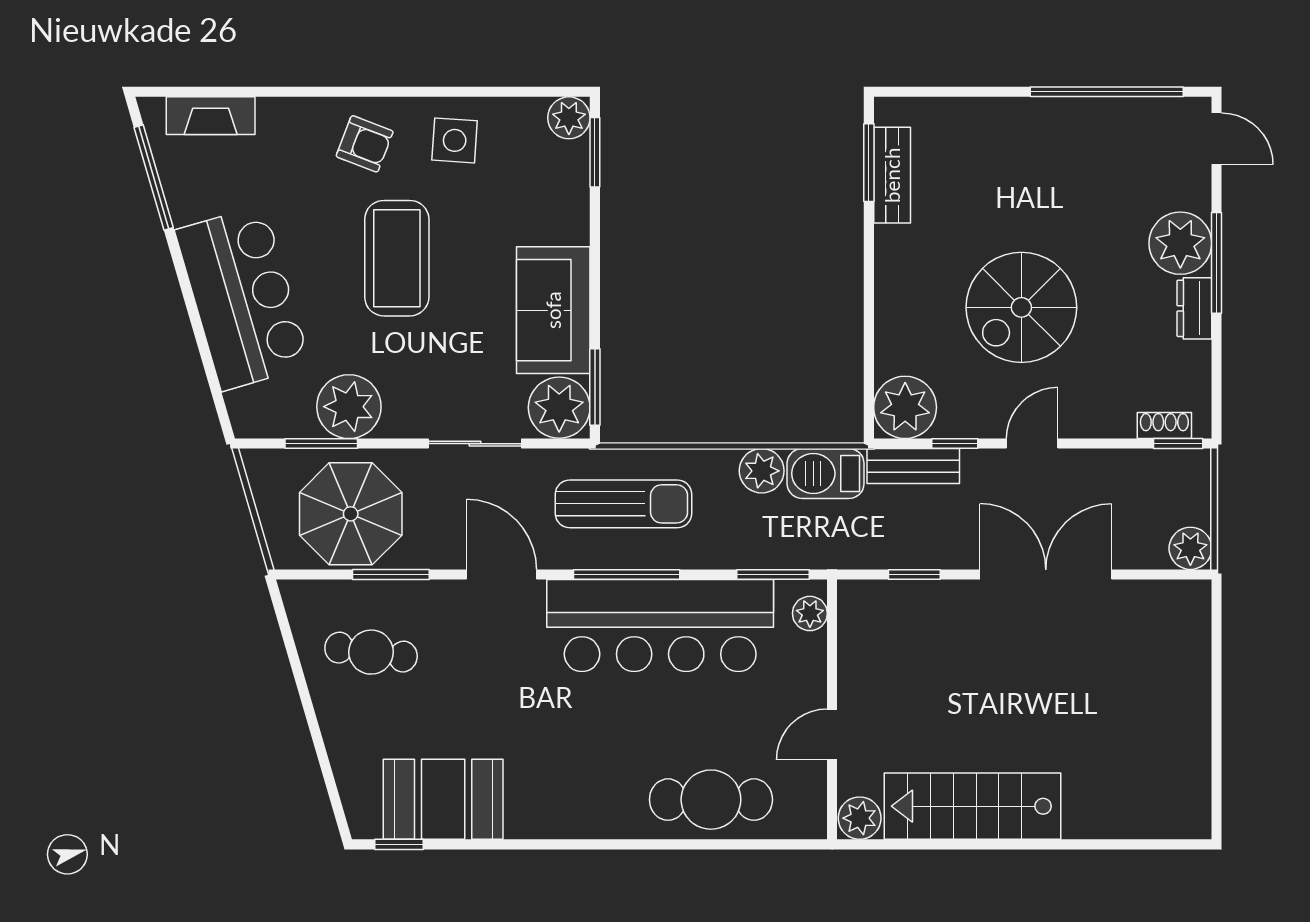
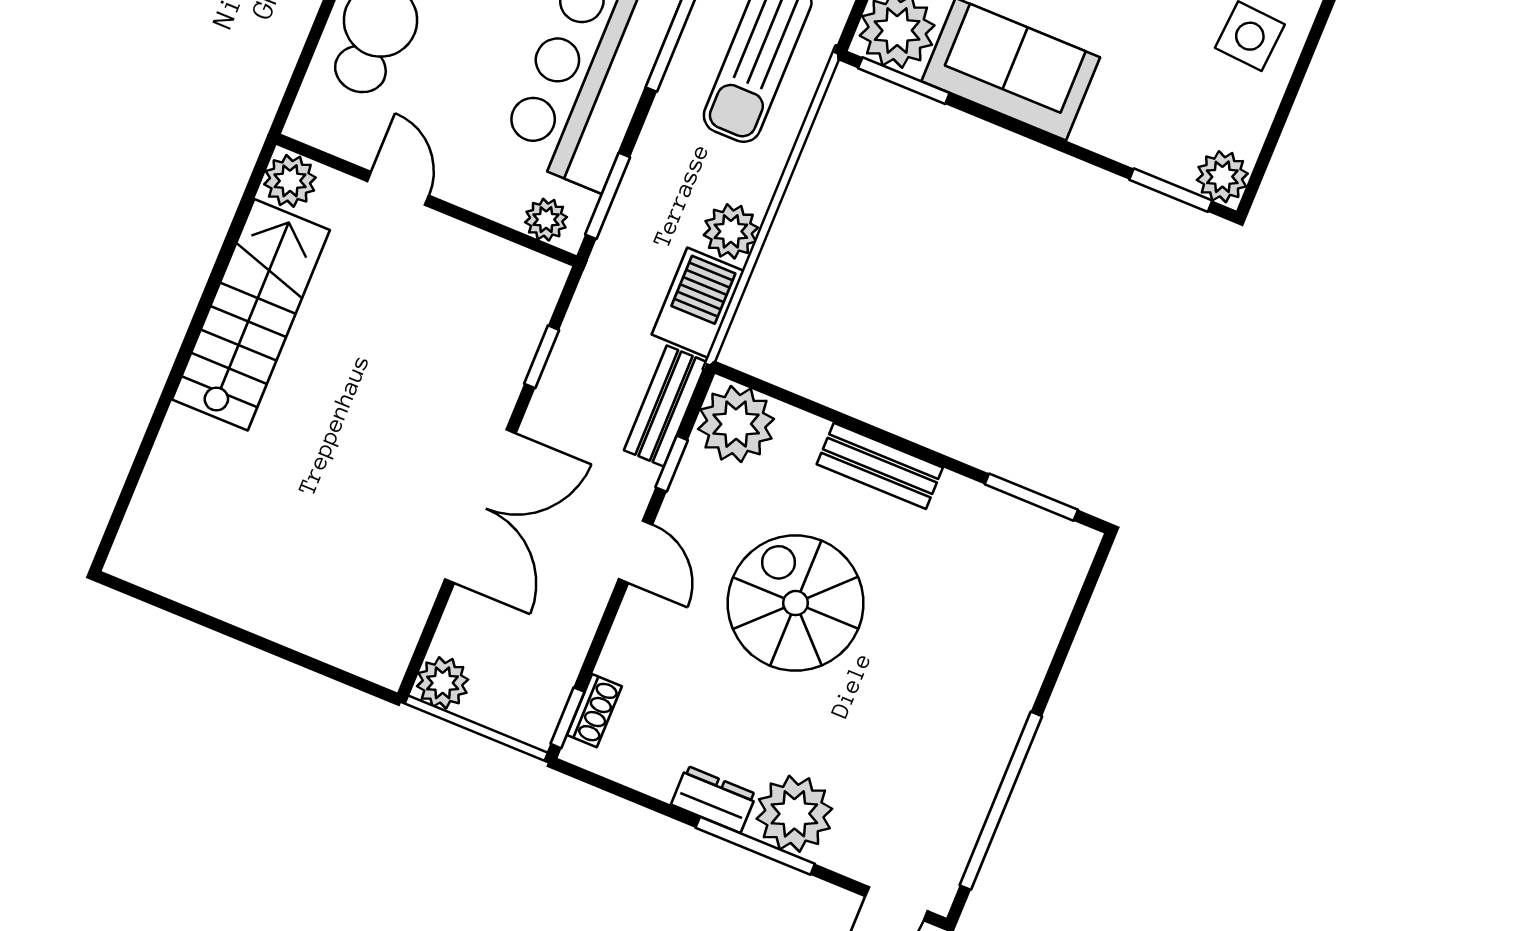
bench: (892, 175) -> (880, 466), moved

